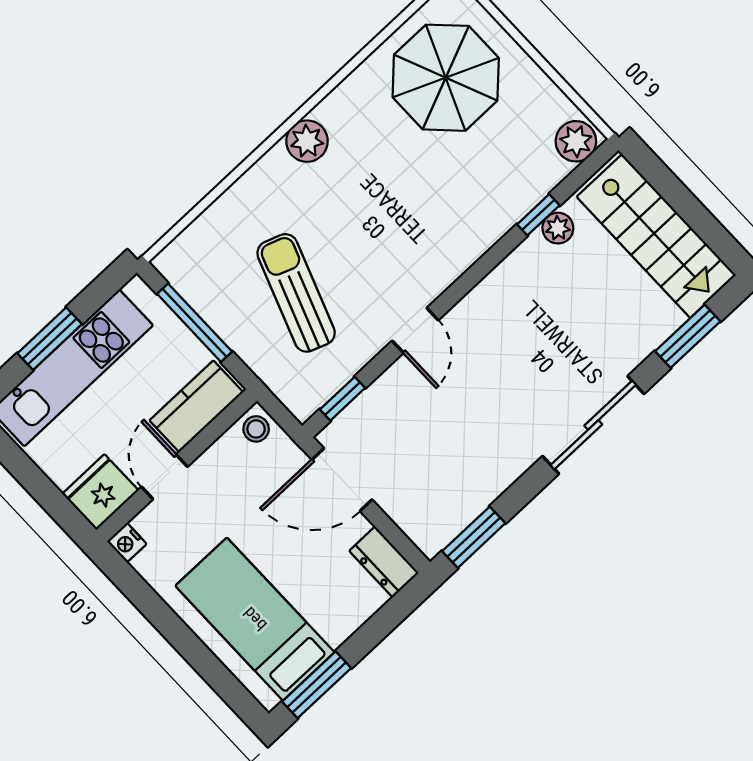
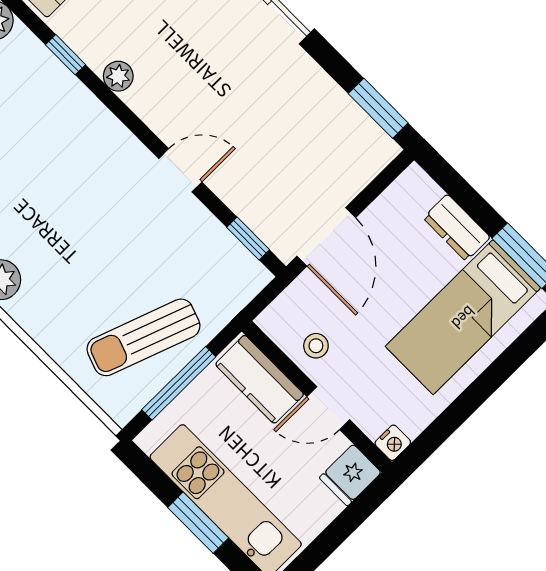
plant: (558, 228) -> (118, 76), moved
sun lounger: (296, 293) -> (143, 337), moved
stool: (256, 429) -> (316, 346), moved
fridge: (100, 492) -> (350, 475), width x0.72
dresser: (384, 562) -> (457, 228), moved, turned 90

